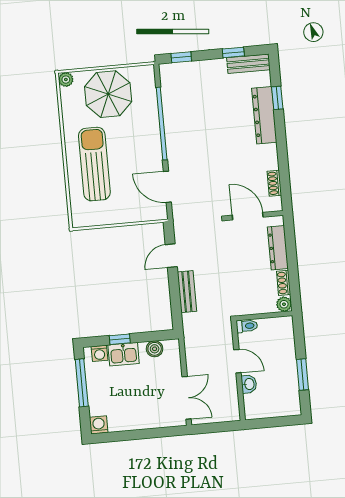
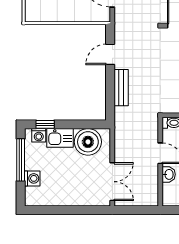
window: (120, 339) -> (45, 124), moved
boiler: (155, 349) -> (88, 142), width x1.86, depth x1.86
washing machine: (99, 425) -> (32, 178), moved, turned 90

